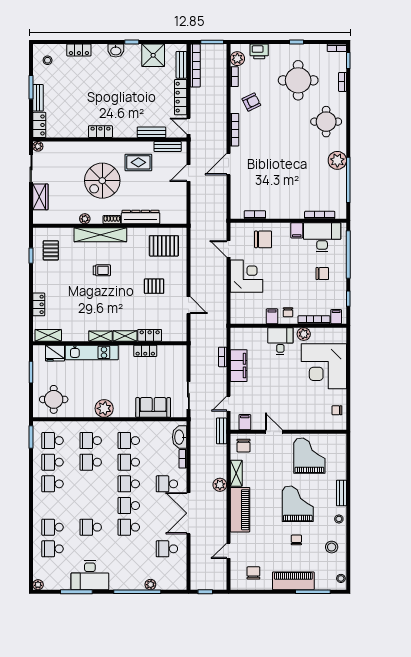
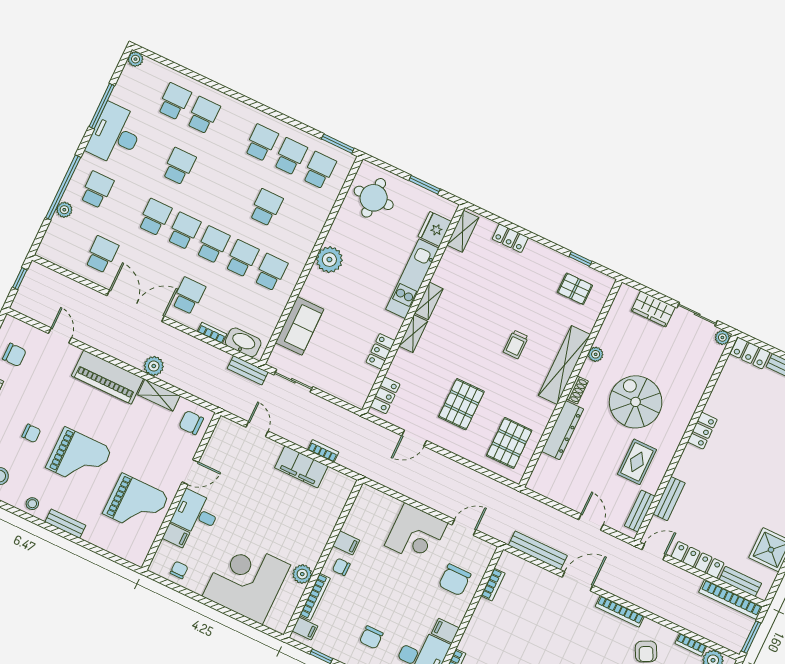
door: (228, 164) -> (577, 581), hinge flipped
bench: (221, 197) -> (538, 550), added
pallet: (154, 286) -> (461, 404), width x1.50, depth x1.42
locker: (150, 335) -> (385, 395), moved
desk: (280, 341) -> (196, 513), moved, turned 180
filing cabinet: (245, 422) -> (176, 535), moved
bench: (222, 431) -> (248, 370), moved
school desk: (91, 441) -> (97, 190), moved

